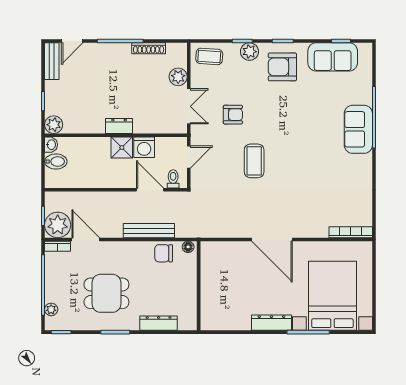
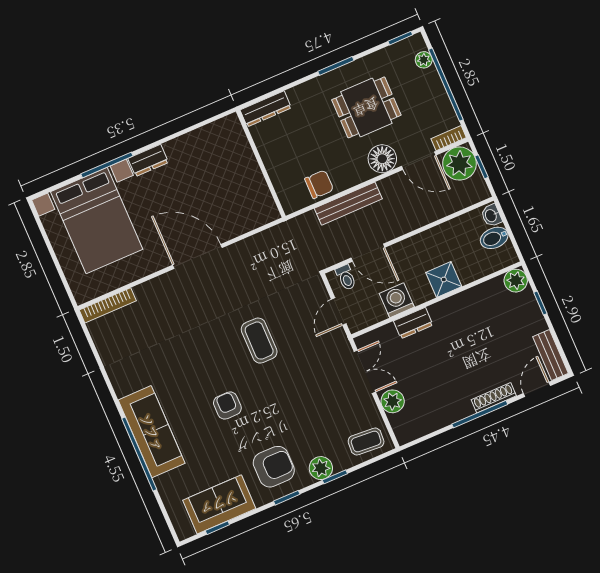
shoe rack: (149, 48) -> (494, 398), moved
double door: (189, 106) -> (365, 372), swing flipped
armchair: (233, 115) -> (227, 405), moved, turned 90
dresser: (119, 126) -> (413, 323), moved
sofa: (358, 129) -> (152, 432), width x1.36
washbasin: (51, 145) -> (491, 216), moved
shower: (122, 147) -> (444, 280), moved
floor lamp: (188, 247) -> (382, 159), moved, width x1.89, depth x1.89
dresser: (159, 323) -> (266, 109), moved
dresser: (271, 323) -> (148, 160), width x0.70

